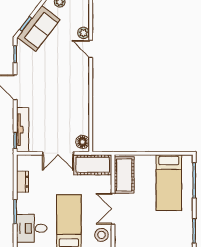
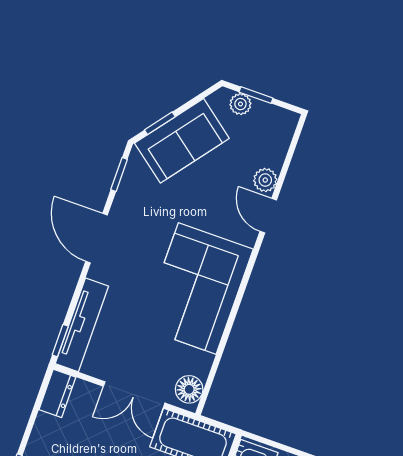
corner sofa: (70, 94) -> (197, 288), added
dresser: (22, 182) -> (57, 393), moved

